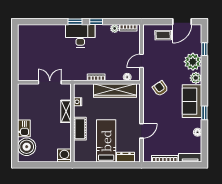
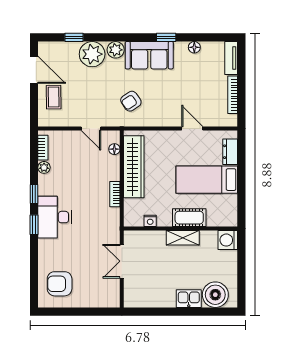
armchair: (34, 39) -> (60, 284), added
shelving: (66, 111) -> (183, 238), moved

